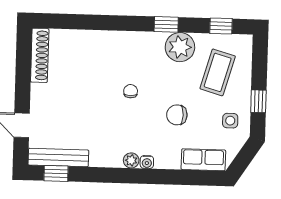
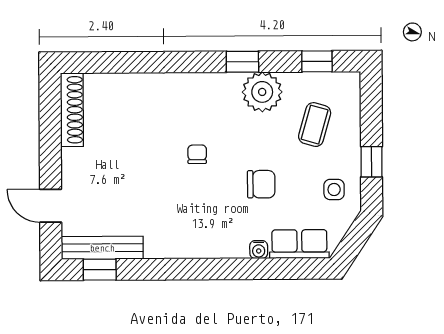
coffee table: (218, 72) -> (315, 125), width x0.73, depth x0.77
chair: (177, 115) -> (261, 184), turned 180
plant: (131, 160) -> (201, 248), removed
water cooler: (147, 162) -> (259, 250), moved

